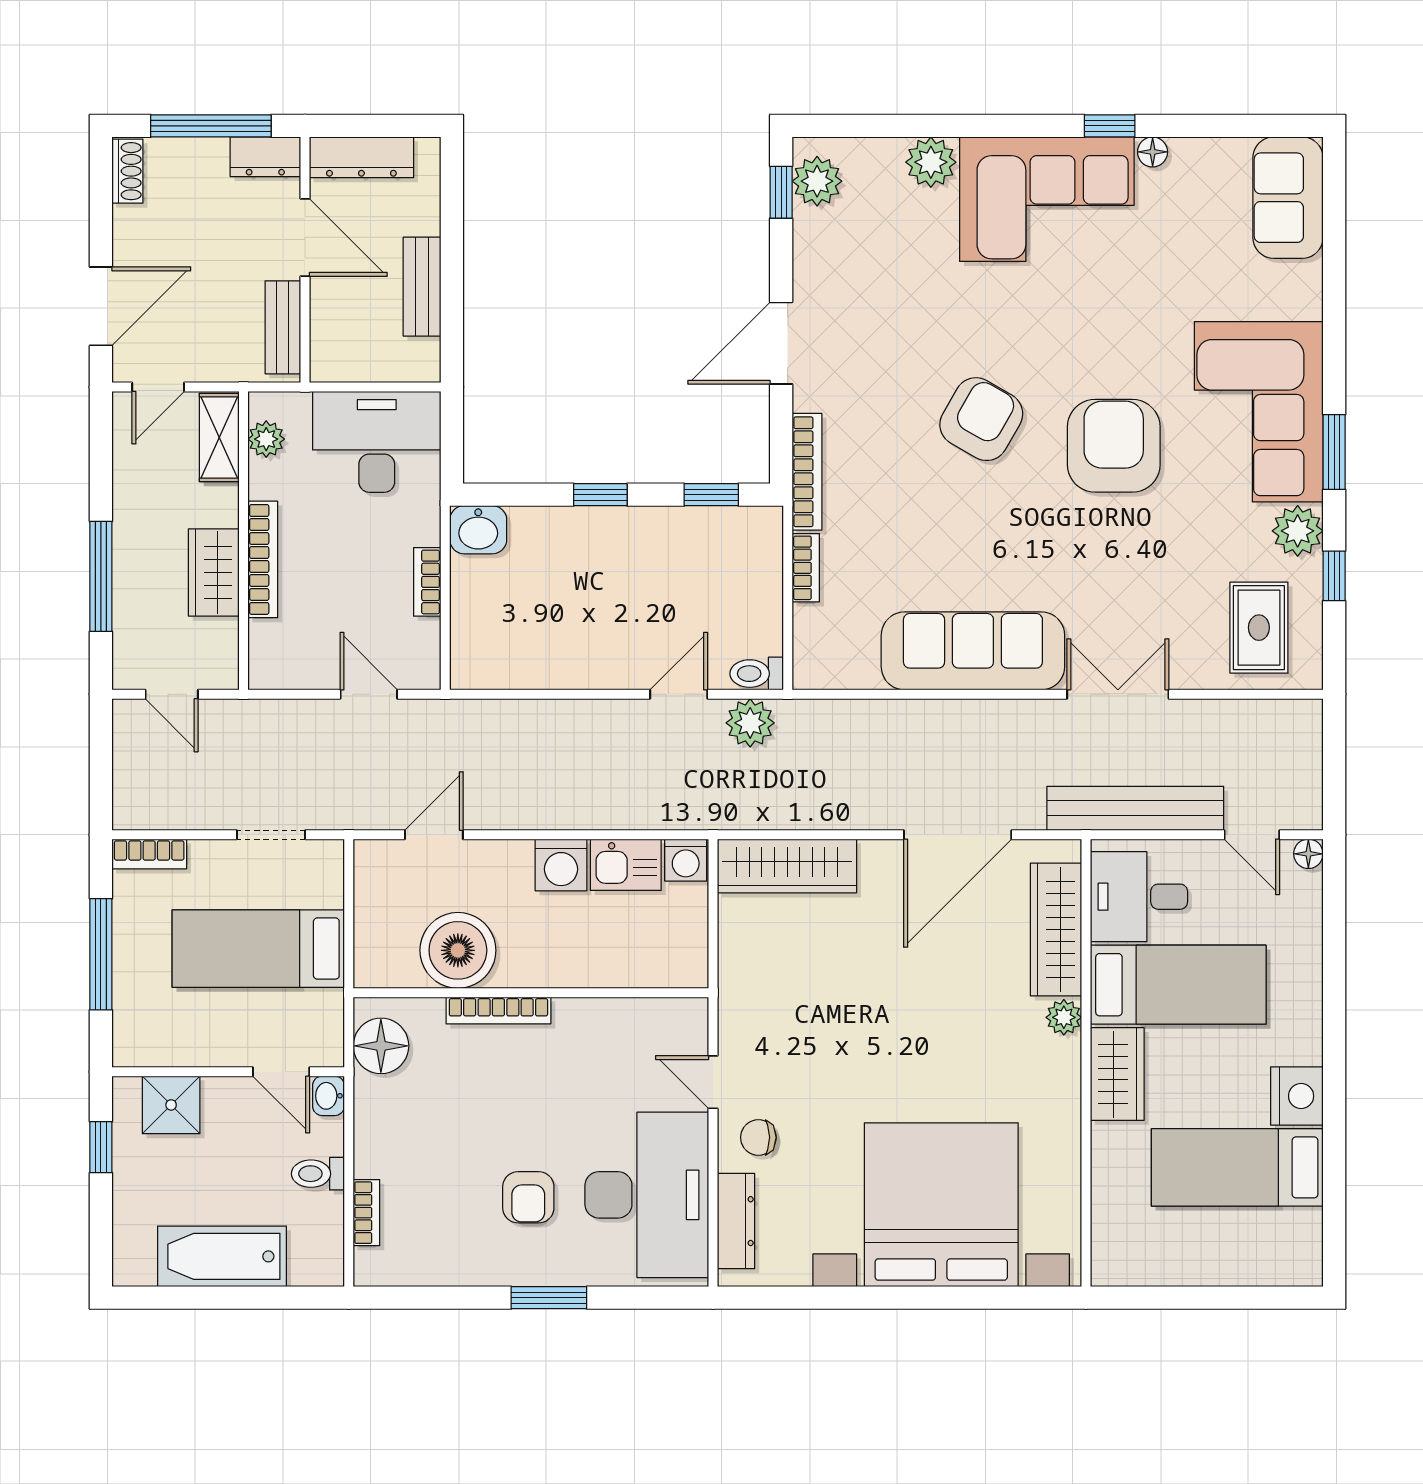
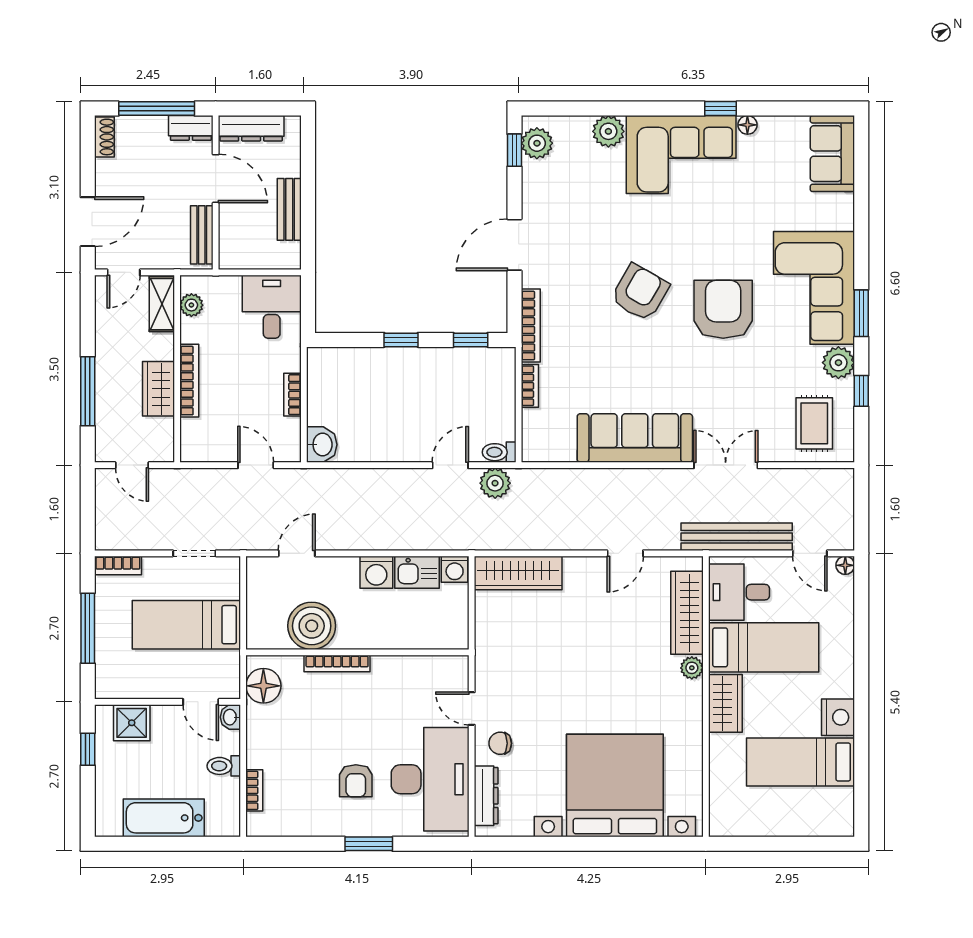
desk: (377, 442) -> (272, 307), width x0.73
washbasin: (478, 530) -> (322, 445), moved, turned -90
door: (958, 835) -> (625, 553), width x0.53

